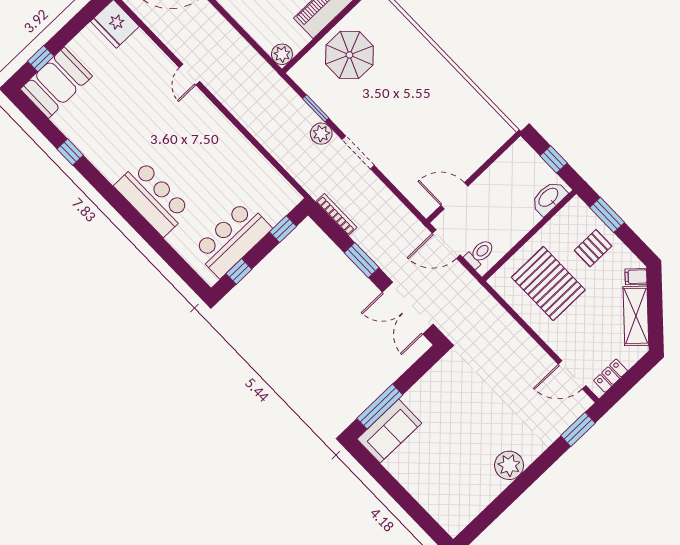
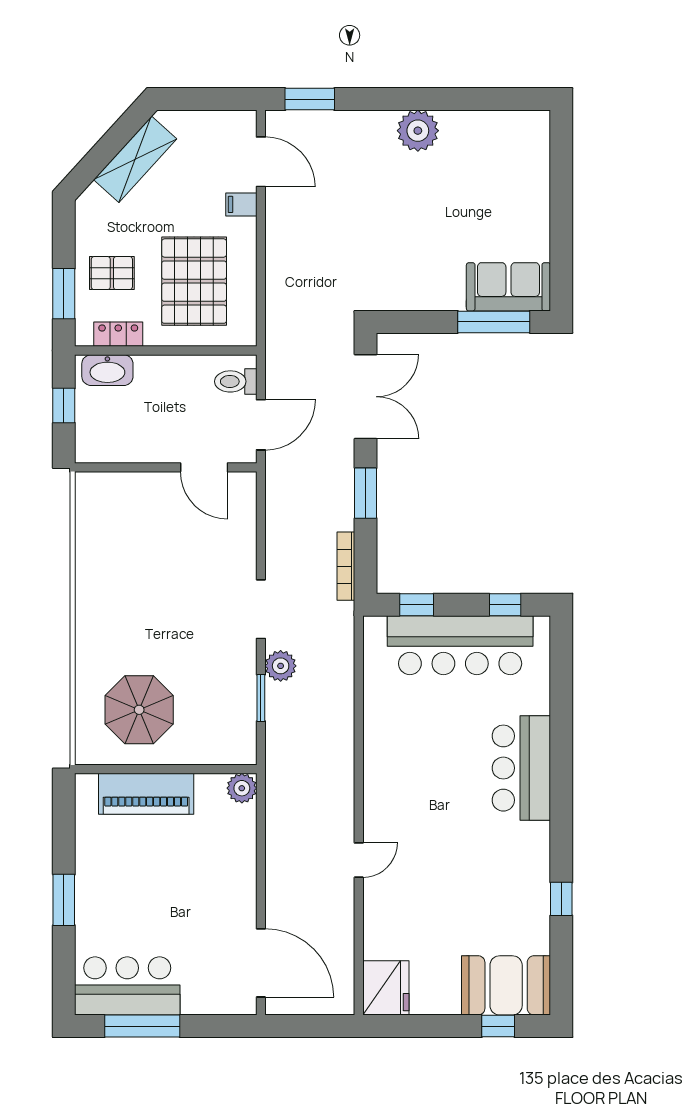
parasol: (349, 55) -> (139, 710), moved
bar counter: (232, 239) -> (460, 645), width x1.36
door: (446, 244) -> (261, 425), hinge flipped
filing cabinet: (636, 277) -> (241, 204), moved, turned 138
locker: (611, 376) -> (118, 334), moved, turned 180

